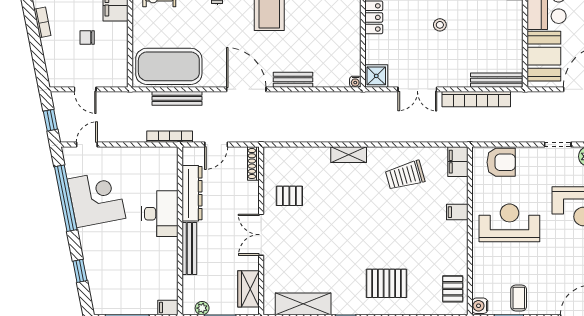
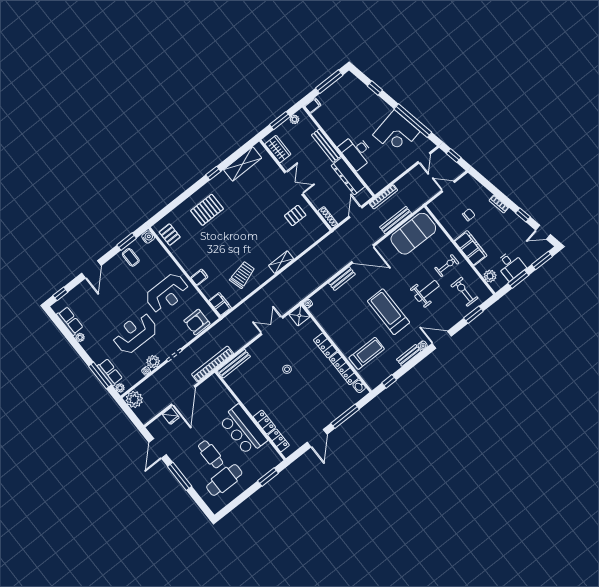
booth: (544, 56) -> (219, 396), removed
bookcase: (476, 99) -> (213, 364), moved

